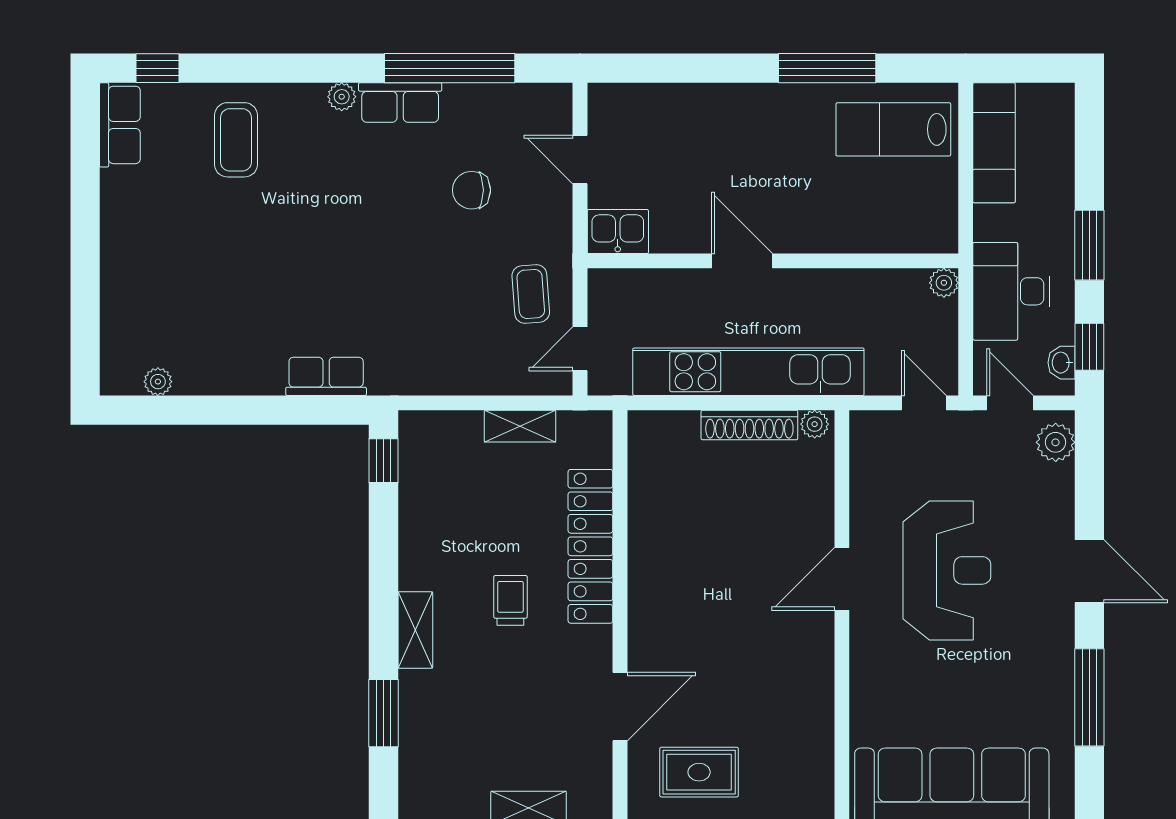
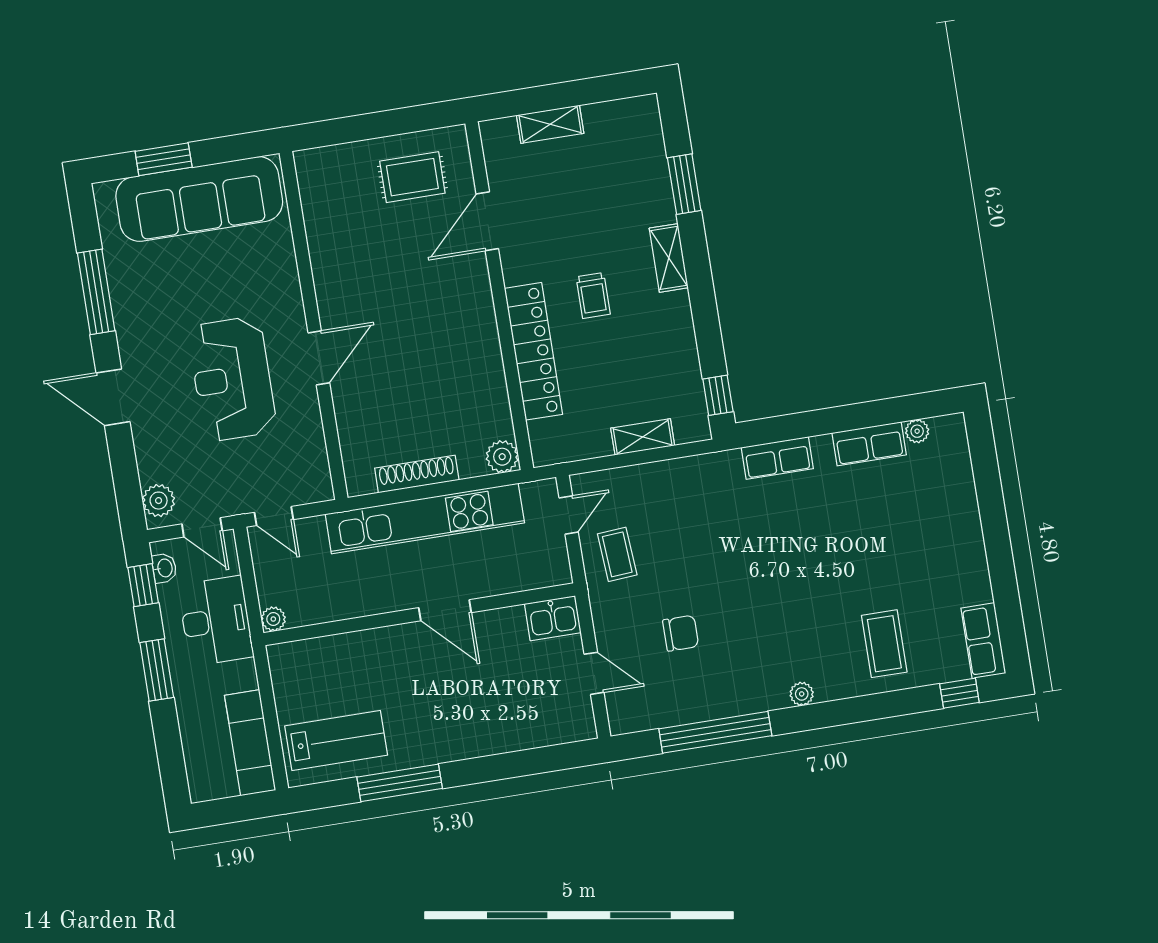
row of seats: (400, 102) -> (869, 444), moved, turned 180
plant: (815, 424) -> (502, 457), moved, width x1.38, depth x1.38
shelving: (520, 426) -> (643, 437), moved

